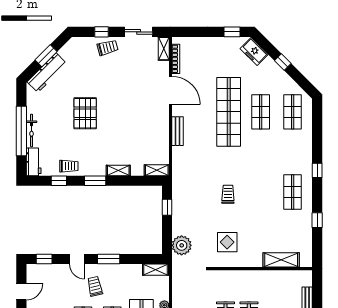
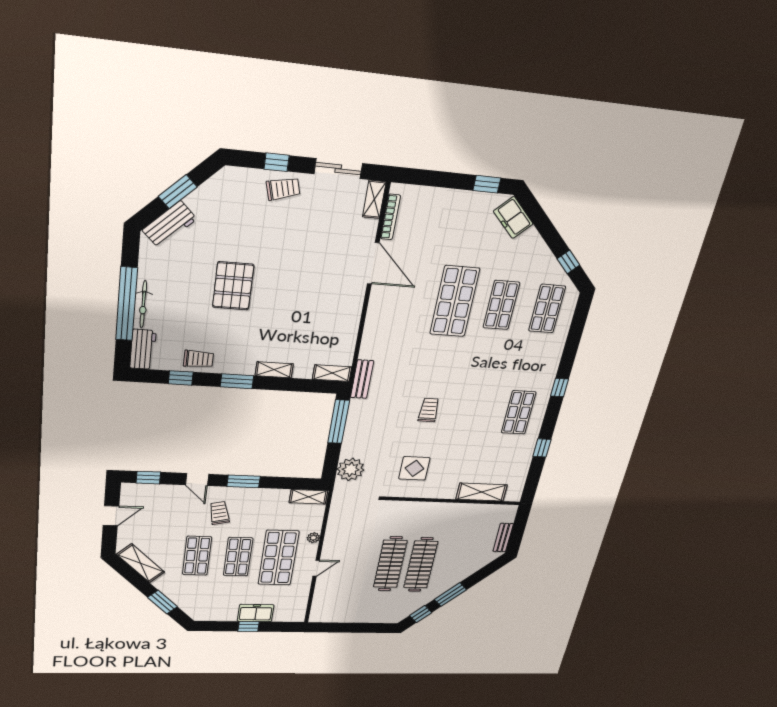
window: (283, 62) -> (568, 262), moved
workbench: (47, 73) -> (170, 224), width x0.73
shop shelf: (229, 112) -> (455, 301), width x0.71
bench: (178, 131) -> (362, 379), moved
window: (167, 207) -> (339, 422), width x2.17

